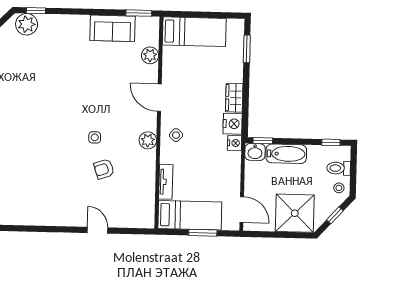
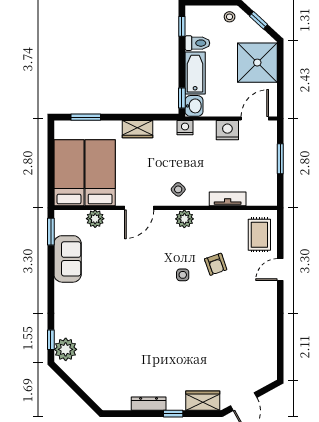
nightstand: (233, 124) -> (227, 130), moved
toilet: (339, 168) -> (197, 43), moved, turned -90
rug: (131, 211) -> (259, 235), added
bed: (190, 215) -> (100, 173), moved

